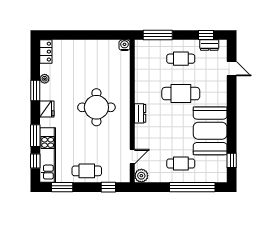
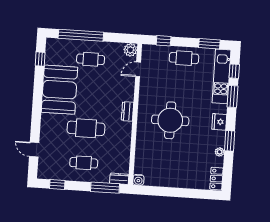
dresser: (209, 45) -> (119, 179), moved

